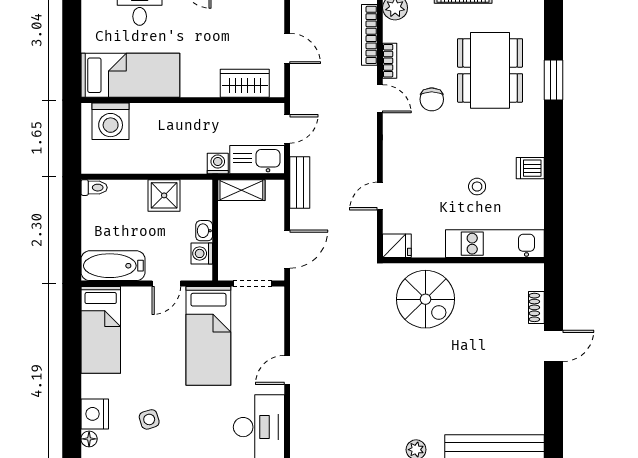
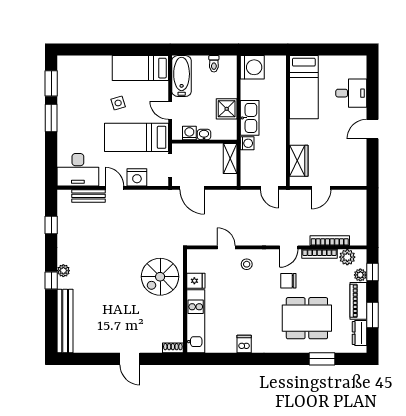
bookcase: (390, 61) -> (320, 254), width x1.56
window: (553, 80) -> (322, 359), moved
washing machine: (111, 121) -> (252, 67), moved, turned 180
kitchen sink: (257, 160) -> (250, 118), moved
bench: (300, 182) -> (89, 196), moved
stool: (477, 187) -> (247, 264), moved
toilet: (94, 188) -> (214, 64), moved
fridge: (397, 246) -> (196, 281), moved, turned -90
shoe rack: (536, 307) -> (173, 348), moved
nightstand: (95, 414) -> (137, 177), moved, turned 180
side table: (149, 419) -> (118, 103), moved
floor lamp: (89, 439) -> (70, 61), removed

